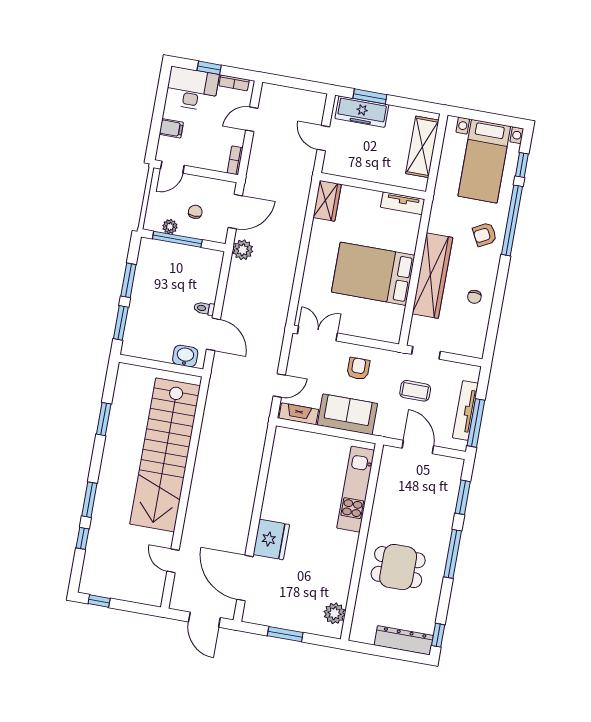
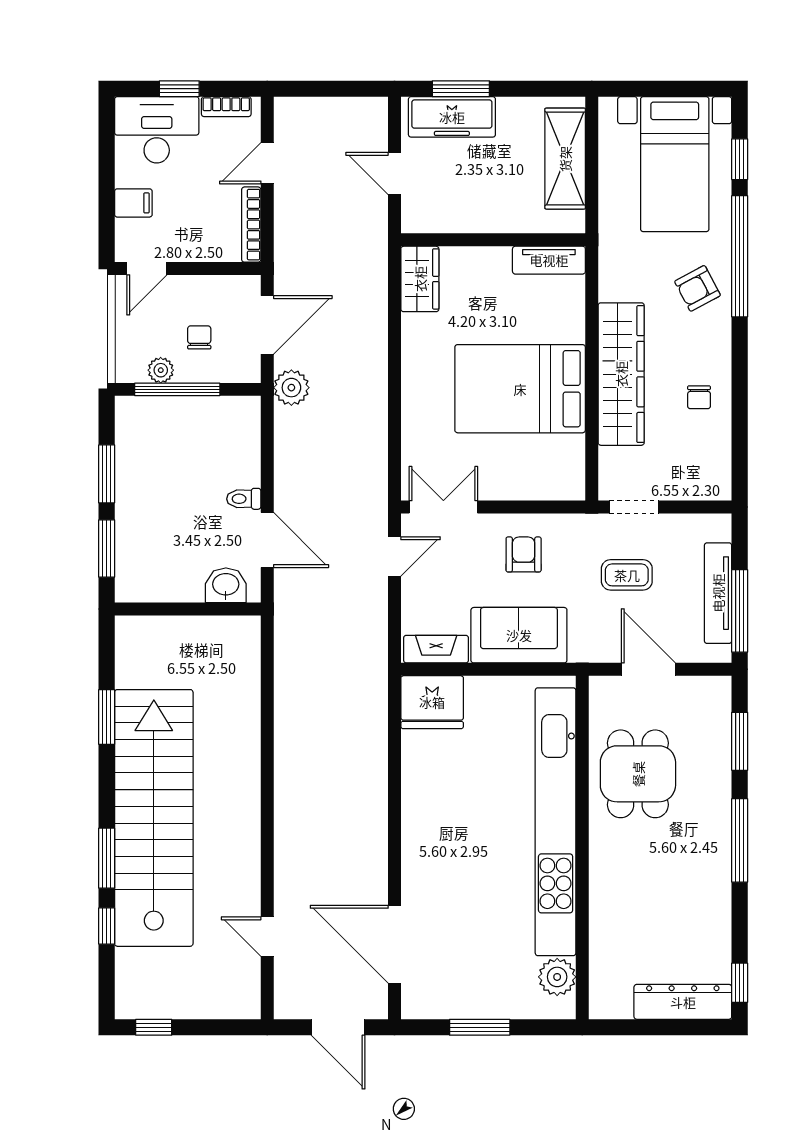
bookcase: (235, 160) -> (251, 225), width x1.56
door: (279, 386) -> (394, 556), moved
stairs: (165, 455) -> (154, 818), moved, turned 180
kitchen unit: (356, 489) -> (556, 822), width x1.86
fridge: (271, 539) -> (432, 702), moved, turned 90
dining table: (398, 567) -> (638, 774), moved, turned 90

